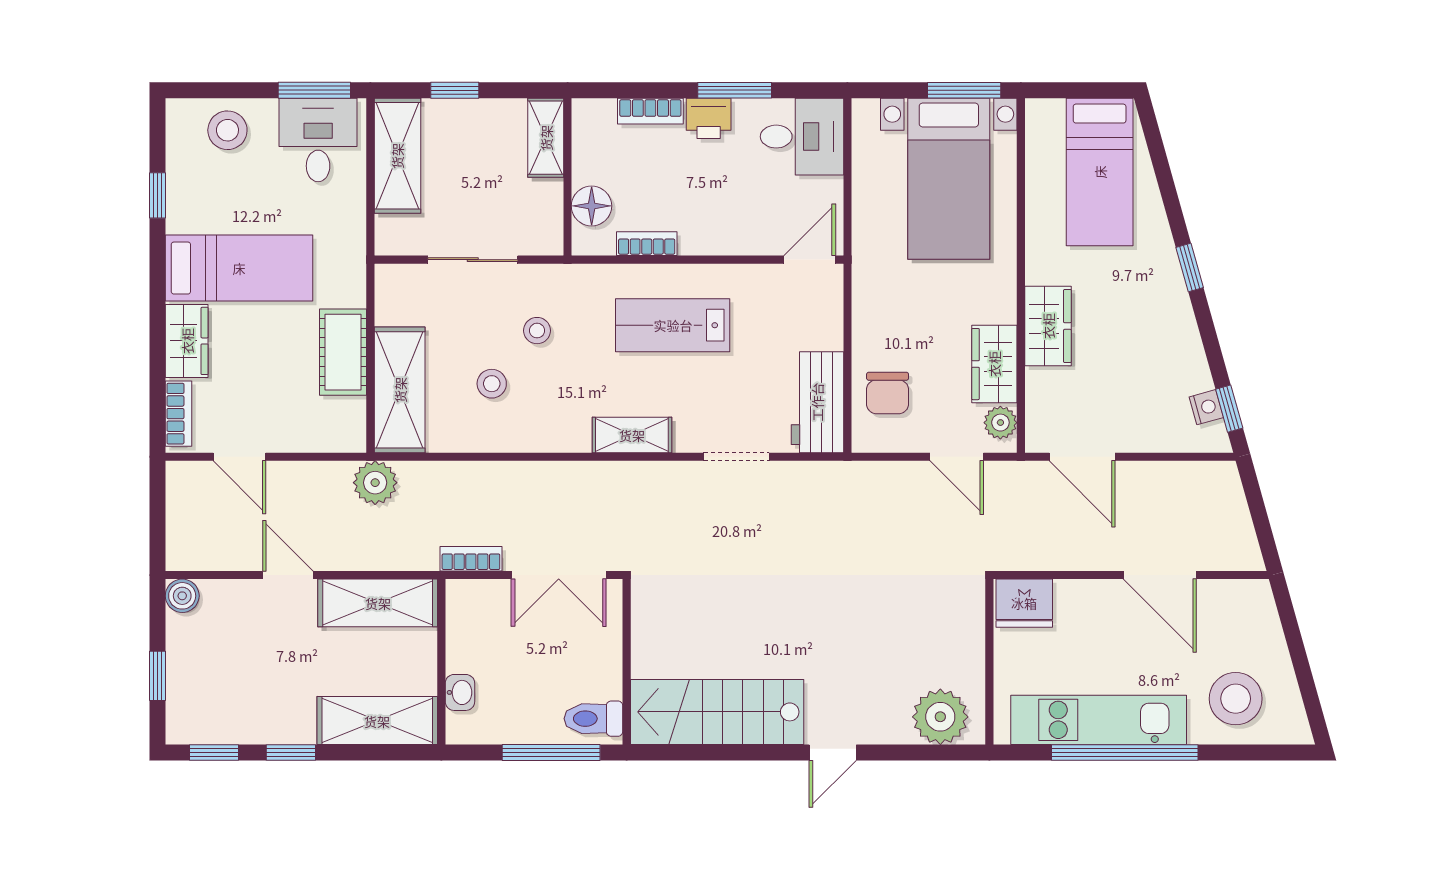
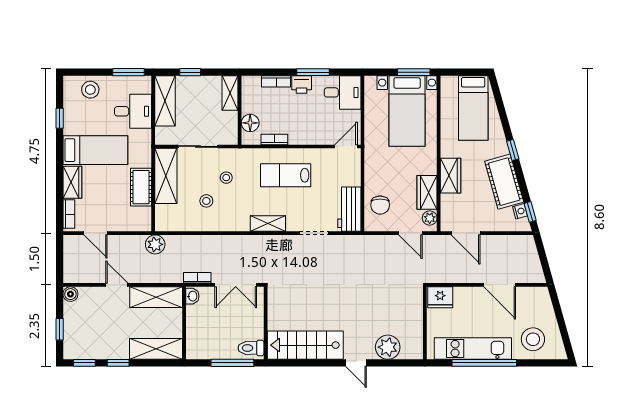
desk: (318, 140) -> (133, 111), moved, turned 90
cot: (1170, 340) -> (504, 182), added
shelving: (400, 390) -> (166, 176), moved
washbasin: (460, 692) -> (192, 296), moved
plant: (940, 717) -> (388, 347), moved
door: (833, 752) -> (356, 363), hinge flipped

